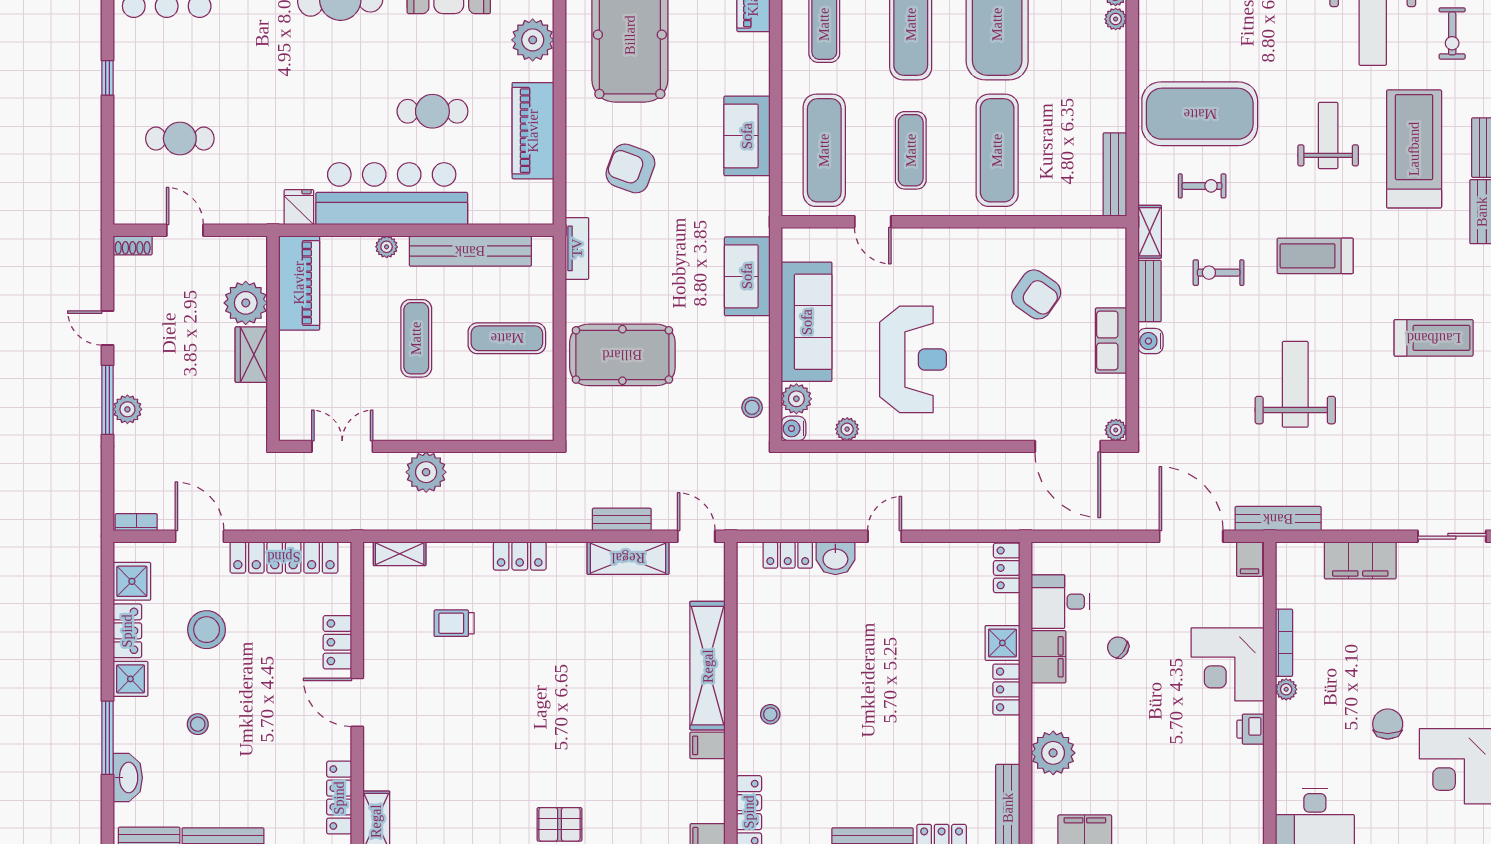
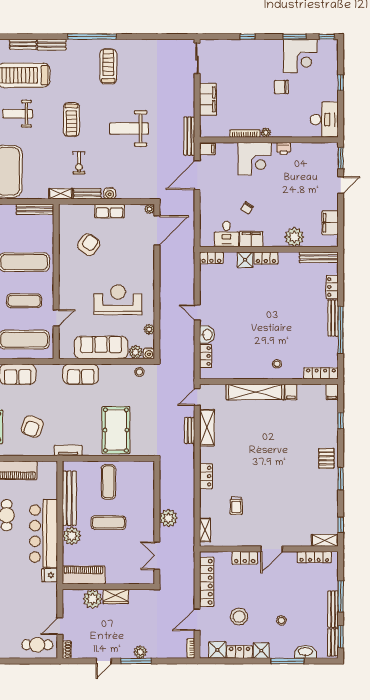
cafe table: (180, 139) -> (37, 645), moved, turned 90
exercise bike: (1202, 186) -> (40, 170), removed
plant: (387, 247) -> (72, 536), width x1.88, depth x1.88

